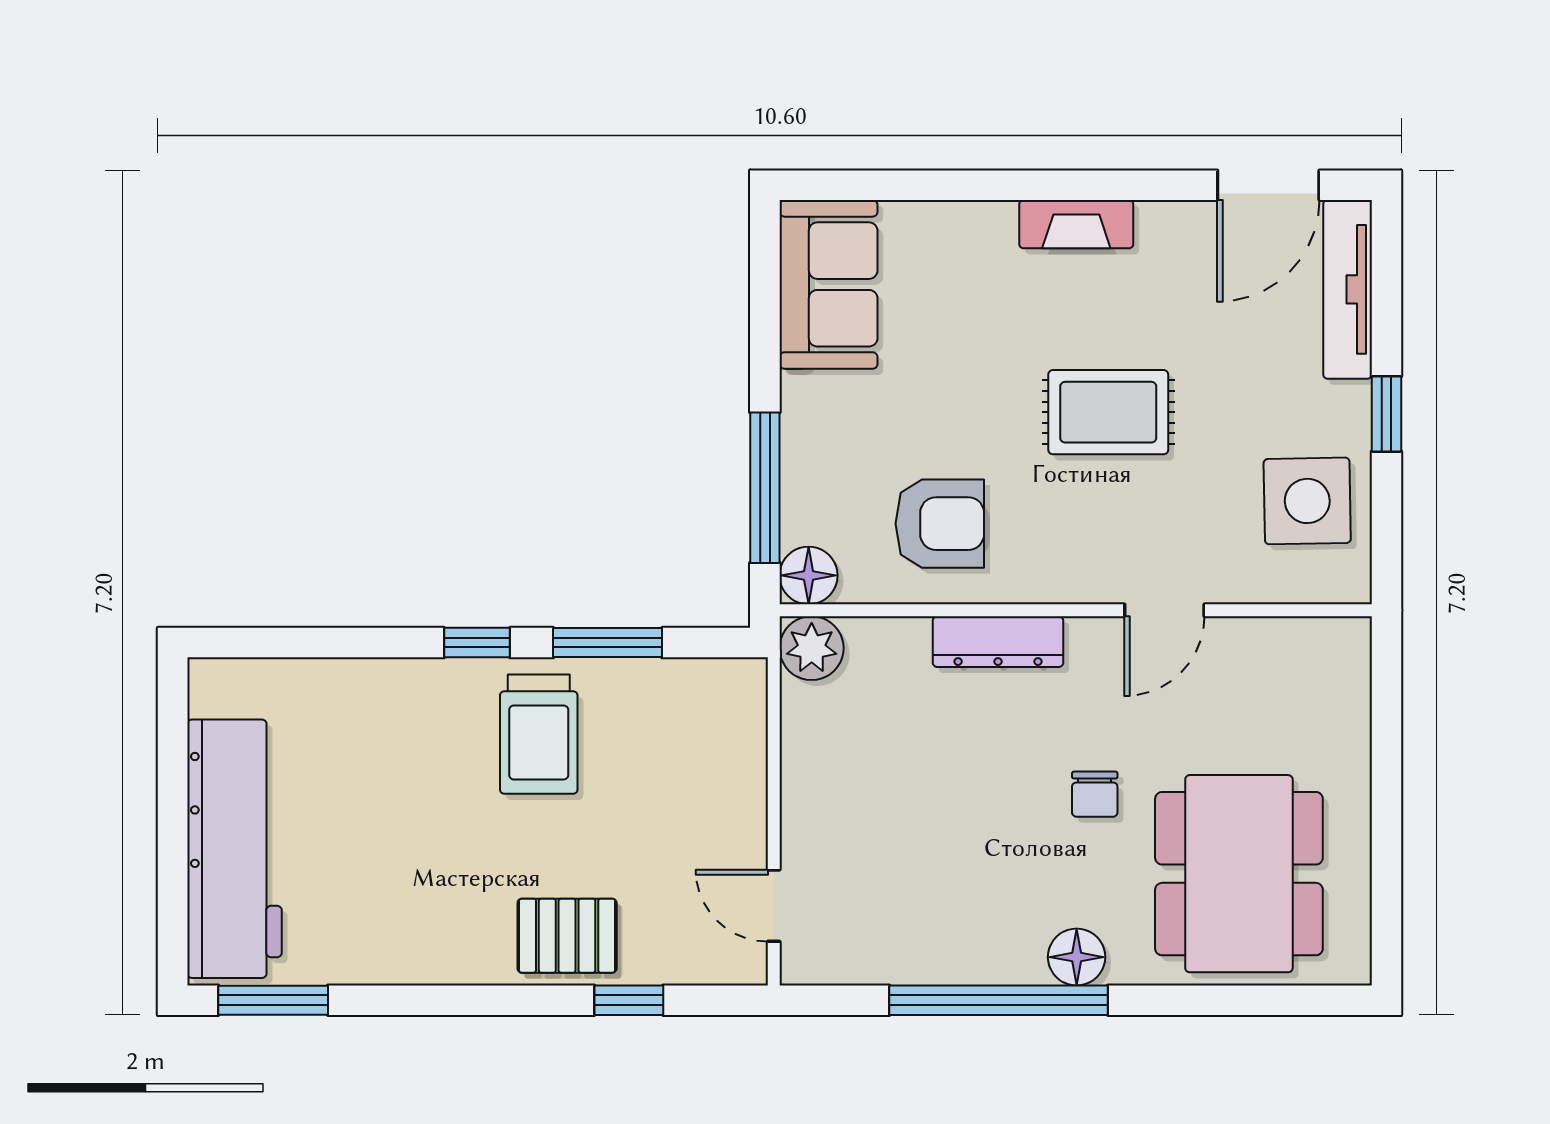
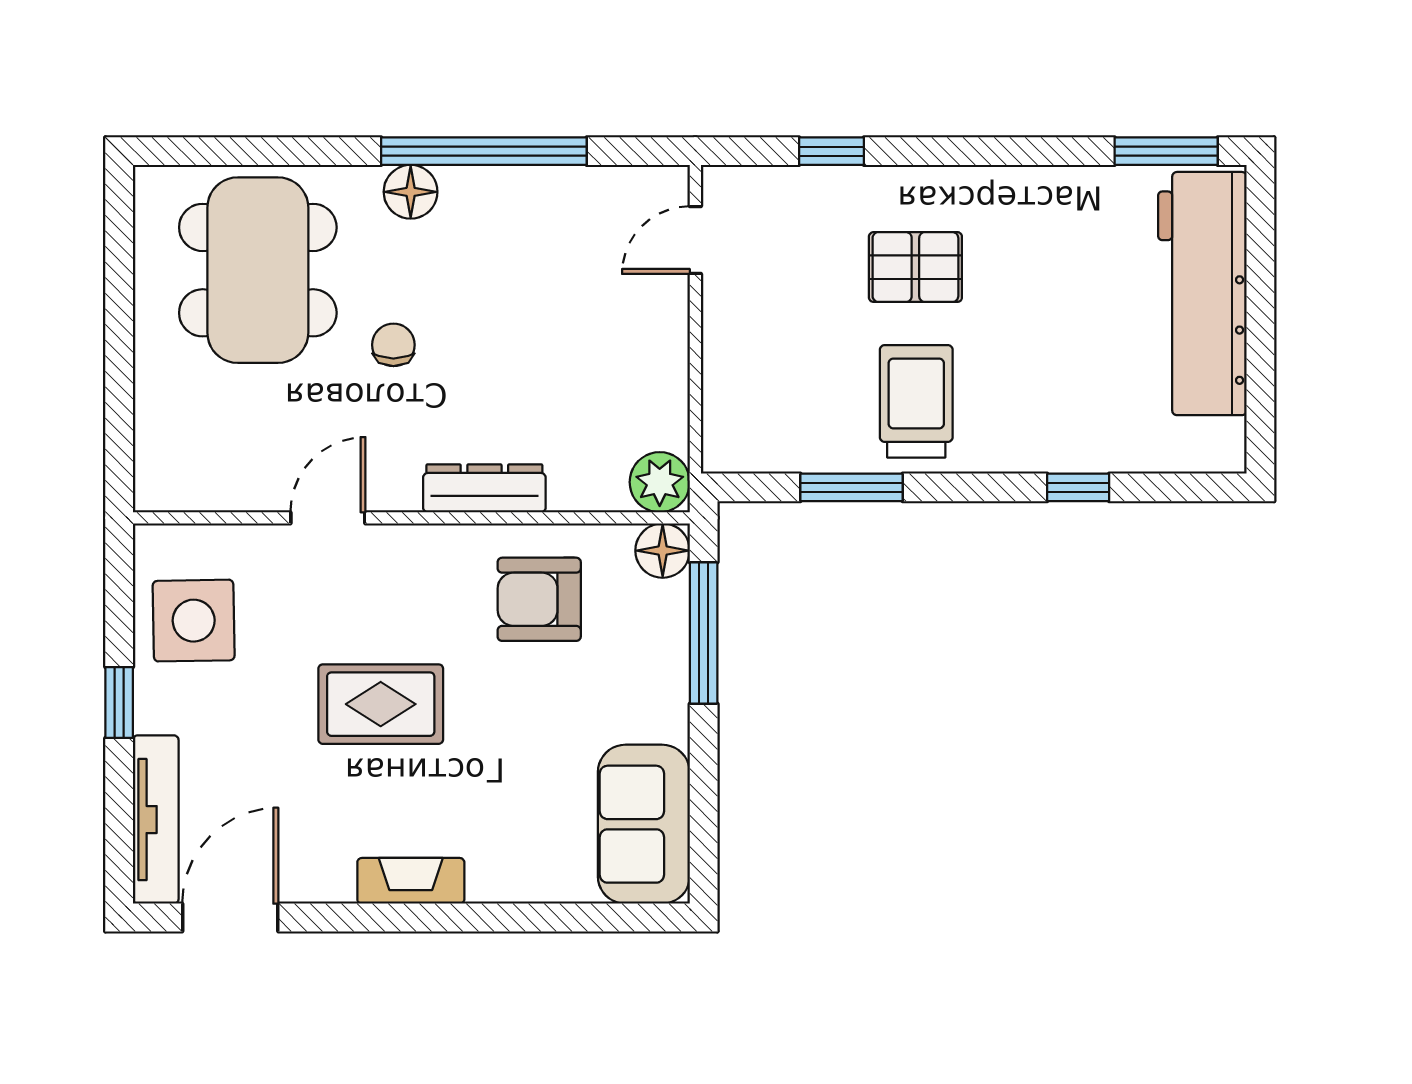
window: (477, 643) -> (1078, 487), moved
door: (774, 906) -> (695, 240), swing flipped
pallet: (567, 936) -> (915, 267), moved

